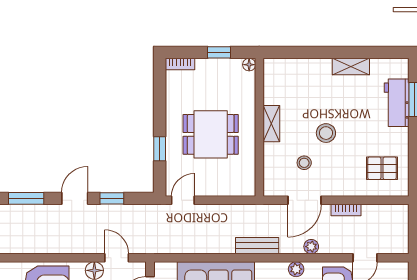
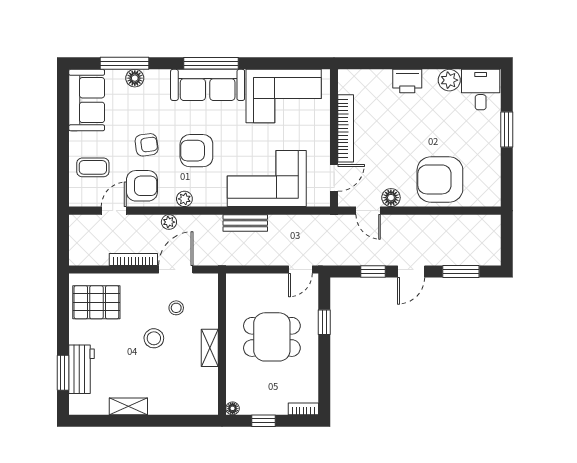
pallet: (382, 168) -> (96, 302), width x1.50, depth x1.42
bookcase: (346, 210) -> (133, 260), width x1.56
bench: (257, 246) -> (245, 223), moved

